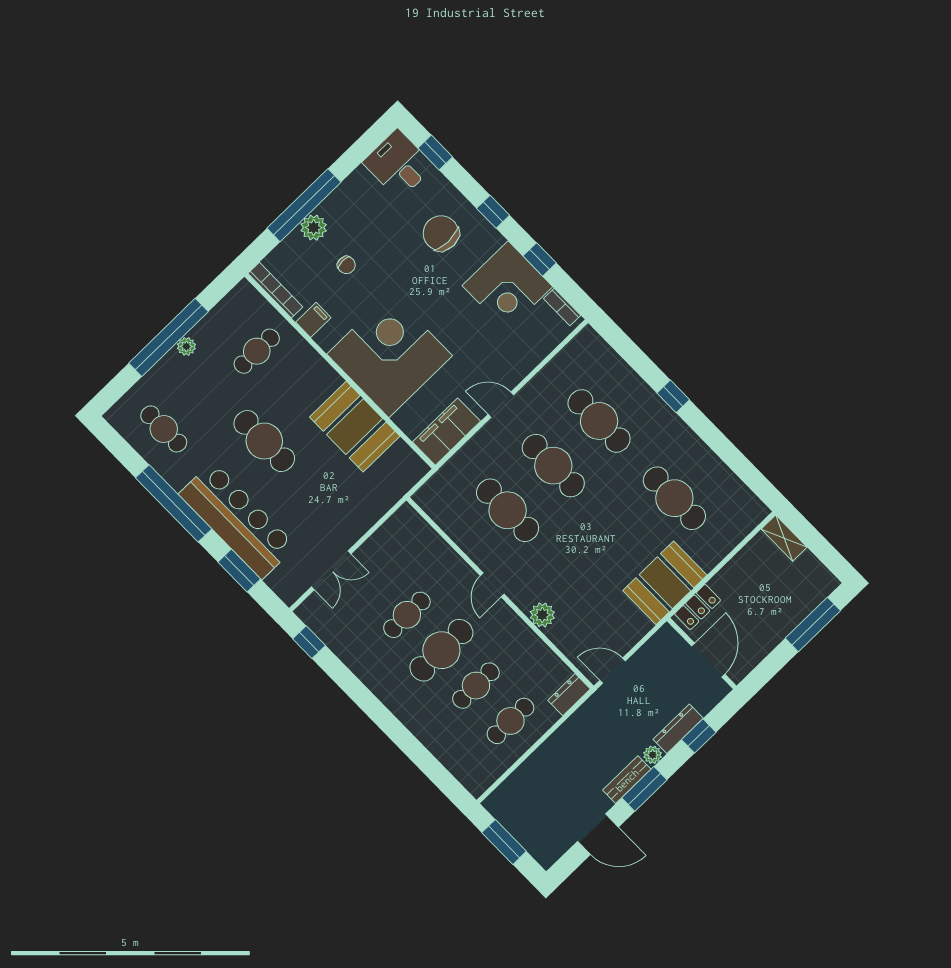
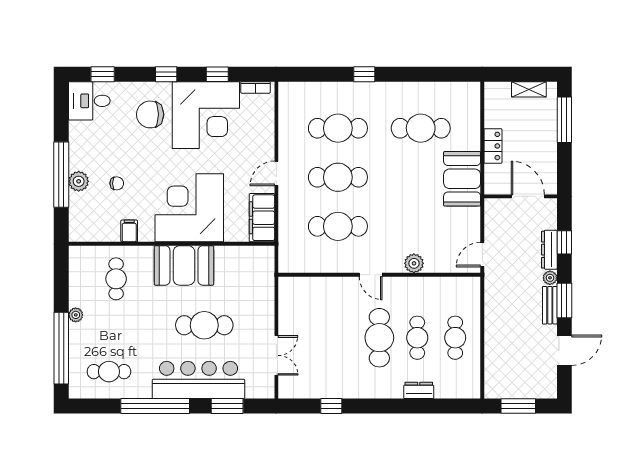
corner desk: (507, 286) -> (206, 115), width x1.36, depth x1.36
bookcase: (275, 290) -> (93, 236), removed
window: (169, 337) -> (61, 348), moved
booth: (355, 427) -> (184, 265), moved
cafe table: (264, 441) -> (204, 325), moved
shelving: (784, 538) -> (529, 89), moved
locker: (698, 607) -> (493, 146), moved
cafe table: (407, 615) -> (341, 338), removed
window: (309, 642) -> (331, 406), moved
dresser: (569, 695) -> (419, 390), moved, turned 90

